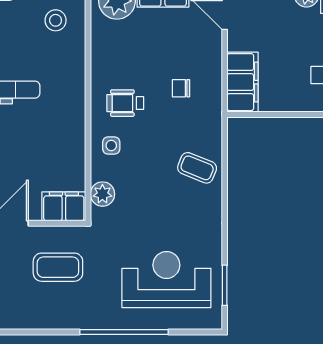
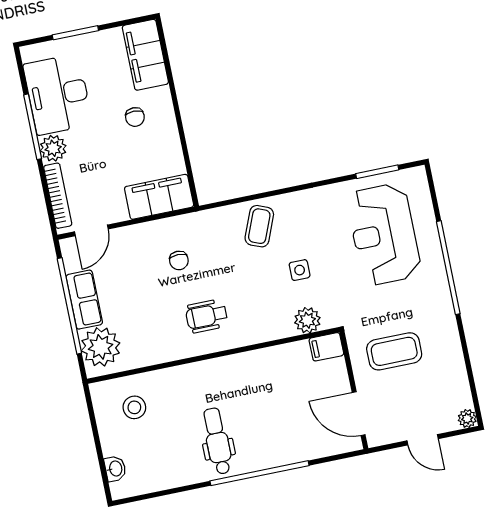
wheelchair: (125, 103) -> (207, 316), turned 90
side table: (111, 145) -> (300, 270), moved
filing cabinet: (64, 206) -> (326, 347), width x0.50
coffee table: (58, 267) -> (394, 351), turned 90

